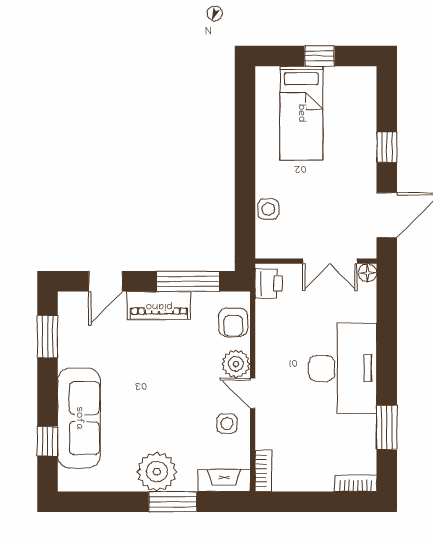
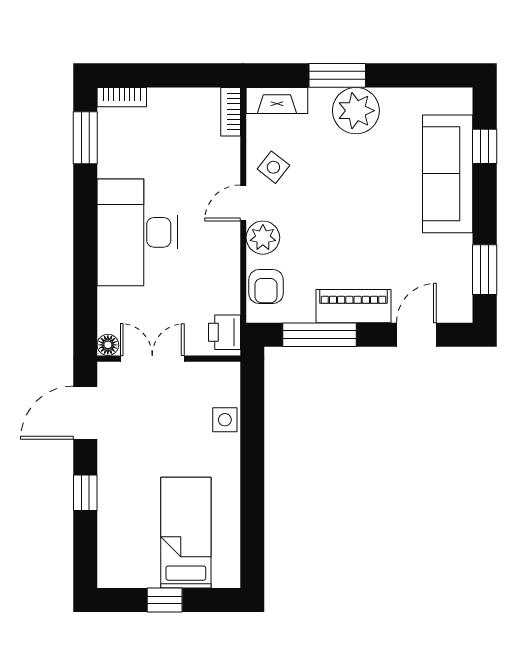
armchair: (233, 322) -> (266, 287), turned 180
door: (253, 393) -> (243, 203), swing flipped
side table: (227, 424) -> (273, 167), turned 38
window: (387, 427) -> (85, 138), moved

